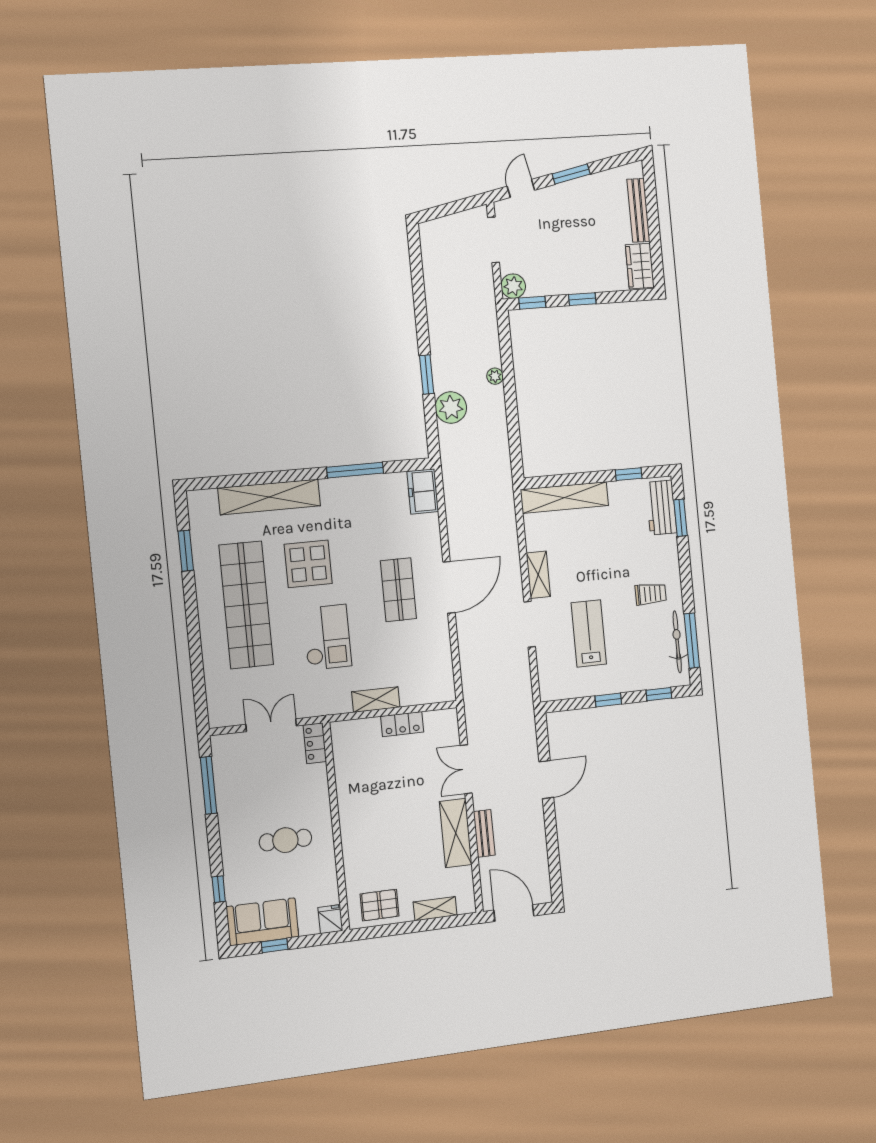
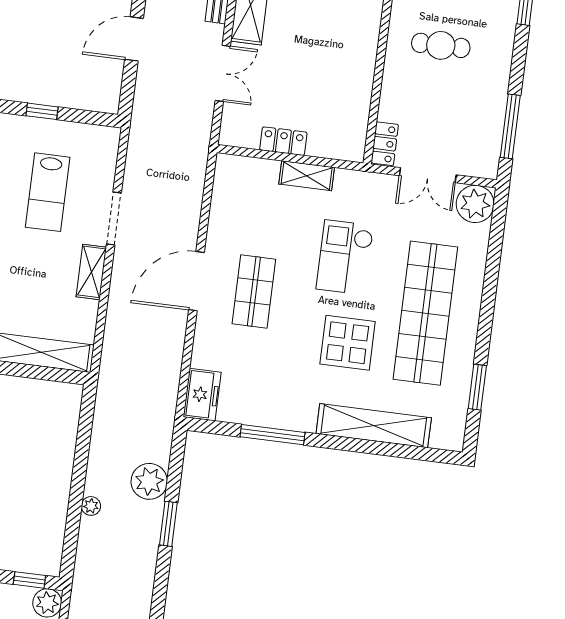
plant: (224, 710) -> (475, 204), added

